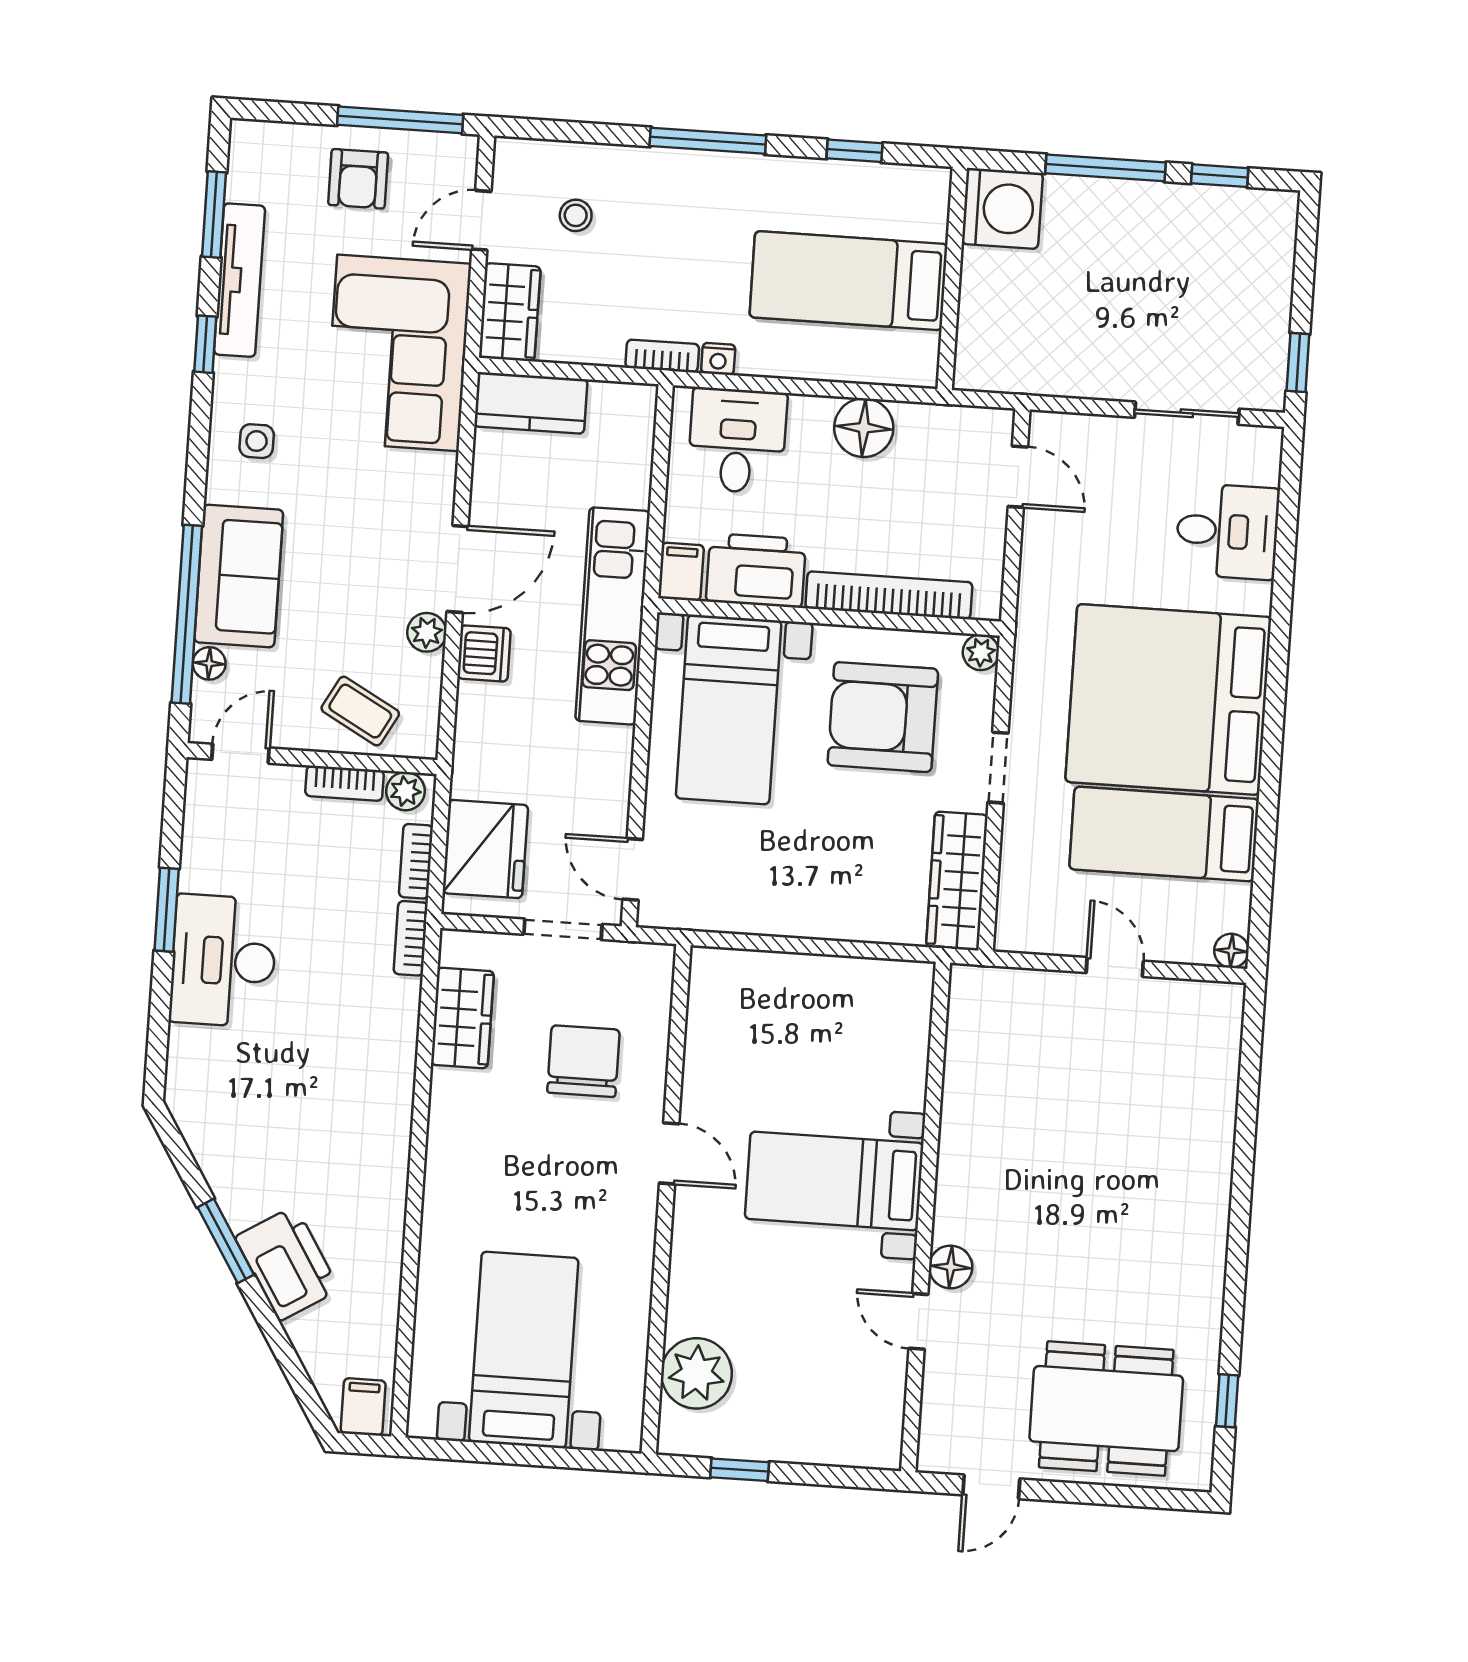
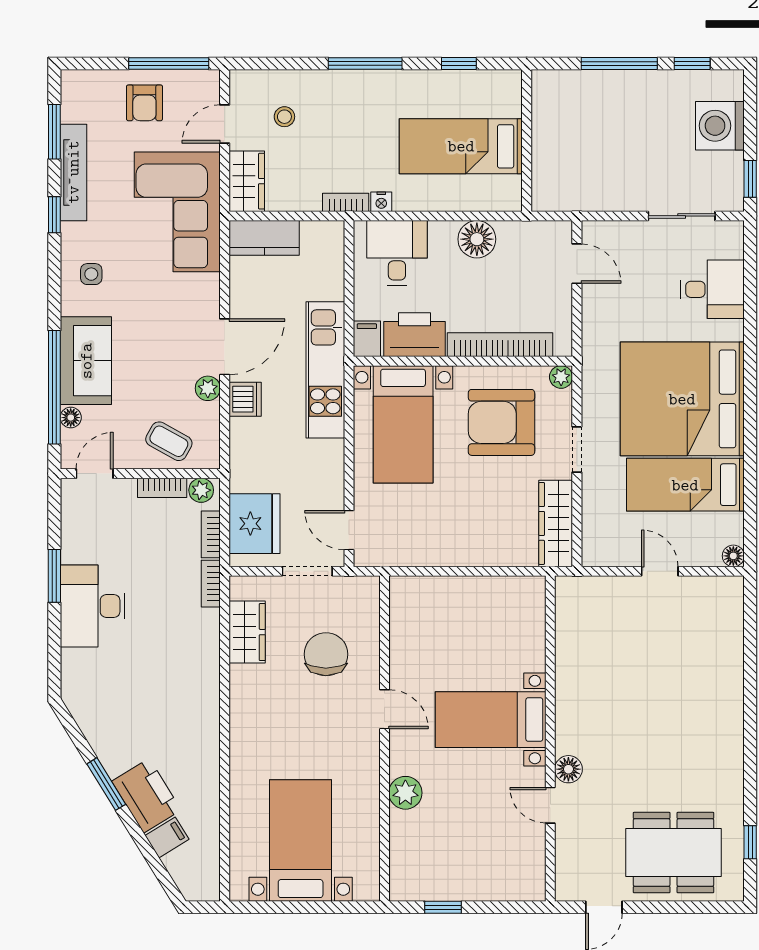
washing machine: (1002, 208) -> (720, 126), moved, turned 180
plant: (696, 1373) -> (405, 793), moved, width x0.73, depth x0.73
filing cabinet: (363, 1407) -> (167, 837), moved, turned 58

